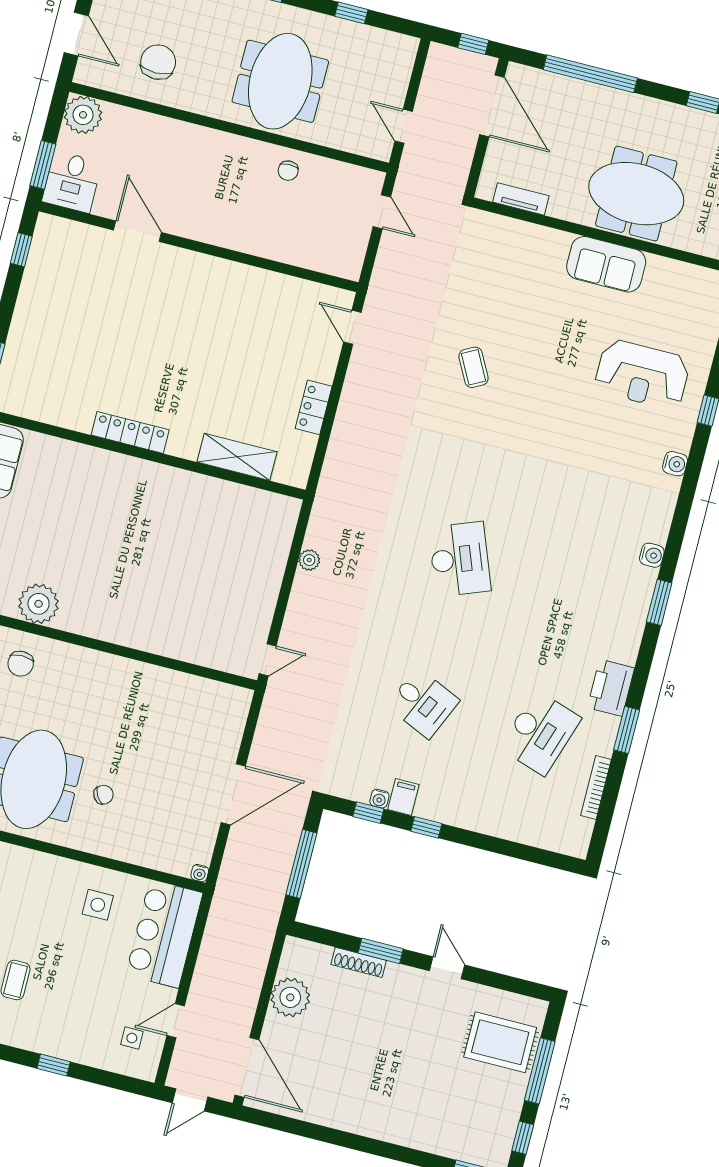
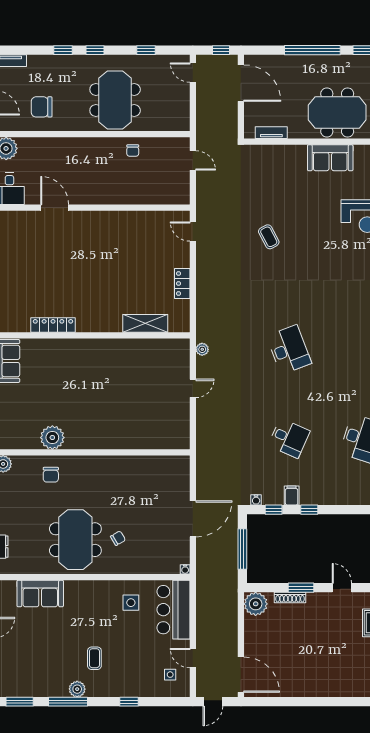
chair: (158, 62) -> (42, 107), turned -90
window: (590, 74) -> (312, 50), moved
door: (404, 126) -> (193, 73), moved
locker: (130, 432) -> (53, 325), moved
plant: (309, 560) -> (202, 349), moved
door: (268, 660) -> (193, 388), moved
water cooler: (379, 799) -> (256, 500), moved
plant: (290, 997) -> (256, 604), moved
door: (176, 1021) -> (193, 658), hinge flipped

